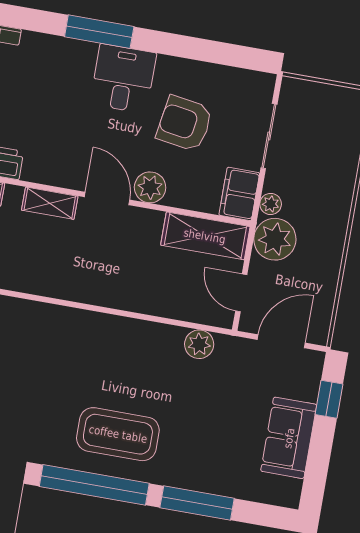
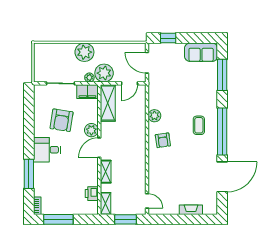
window: (99, 32) -> (29, 174), moved
plant: (330, 203) -> (84, 52), added
plant: (199, 344) -> (154, 116), moved
armchair: (98, 346) -> (163, 140), added
coffee table: (118, 434) -> (199, 125), width x0.54, depth x0.58
sofa: (289, 438) -> (201, 52), moved
window: (197, 503) -> (222, 75), moved

